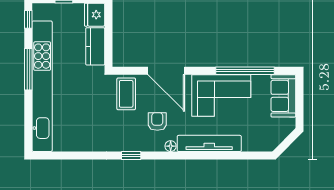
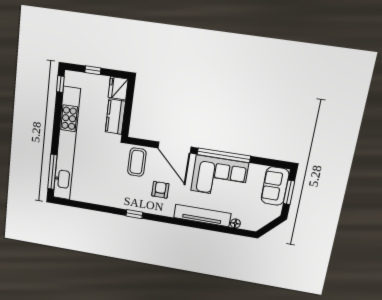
window: (28, 69) -> (52, 172), moved
window: (245, 71) -> (224, 155), moved
window: (300, 100) -> (289, 192), added
floor lamp: (171, 146) -> (235, 223), moved

